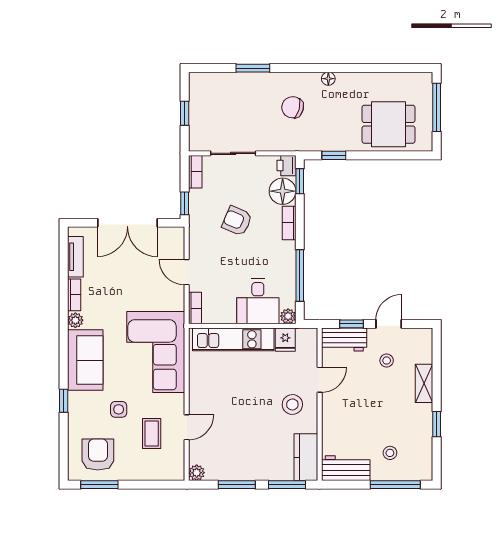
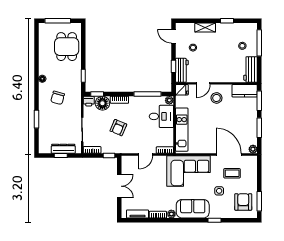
dresser: (197, 118) -> (63, 149), added
double door: (127, 223) -> (119, 186), width x0.73
door: (389, 324) -> (173, 36), moved
fridge: (285, 340) -> (182, 90), moved
door: (320, 380) -> (203, 83), swing flipped
door: (187, 427) -> (229, 154), width x1.87
armchair: (98, 455) -> (243, 202), turned 90

